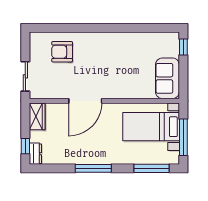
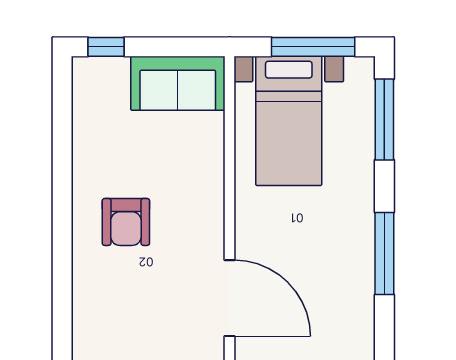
armchair: (62, 52) -> (126, 222), moved
door: (85, 101) -> (229, 298), moved

